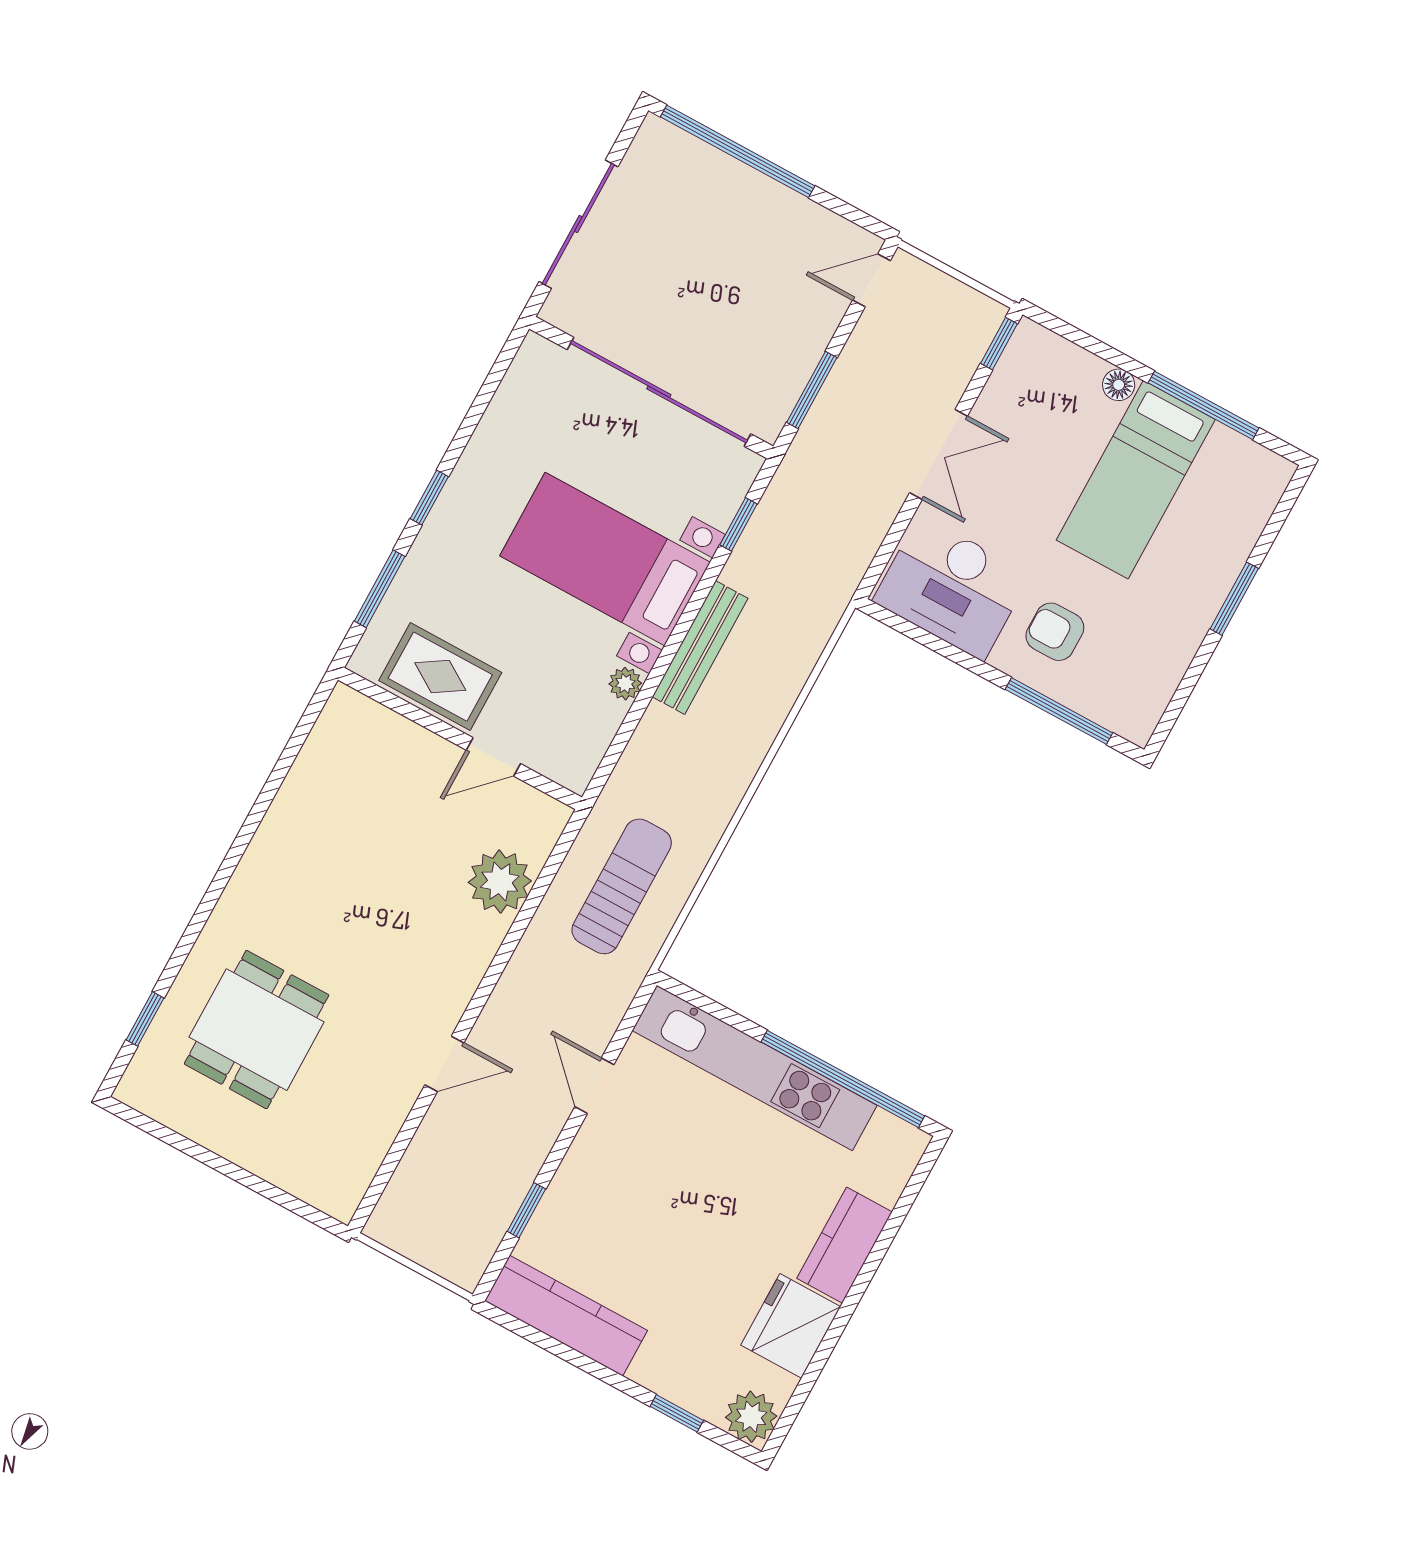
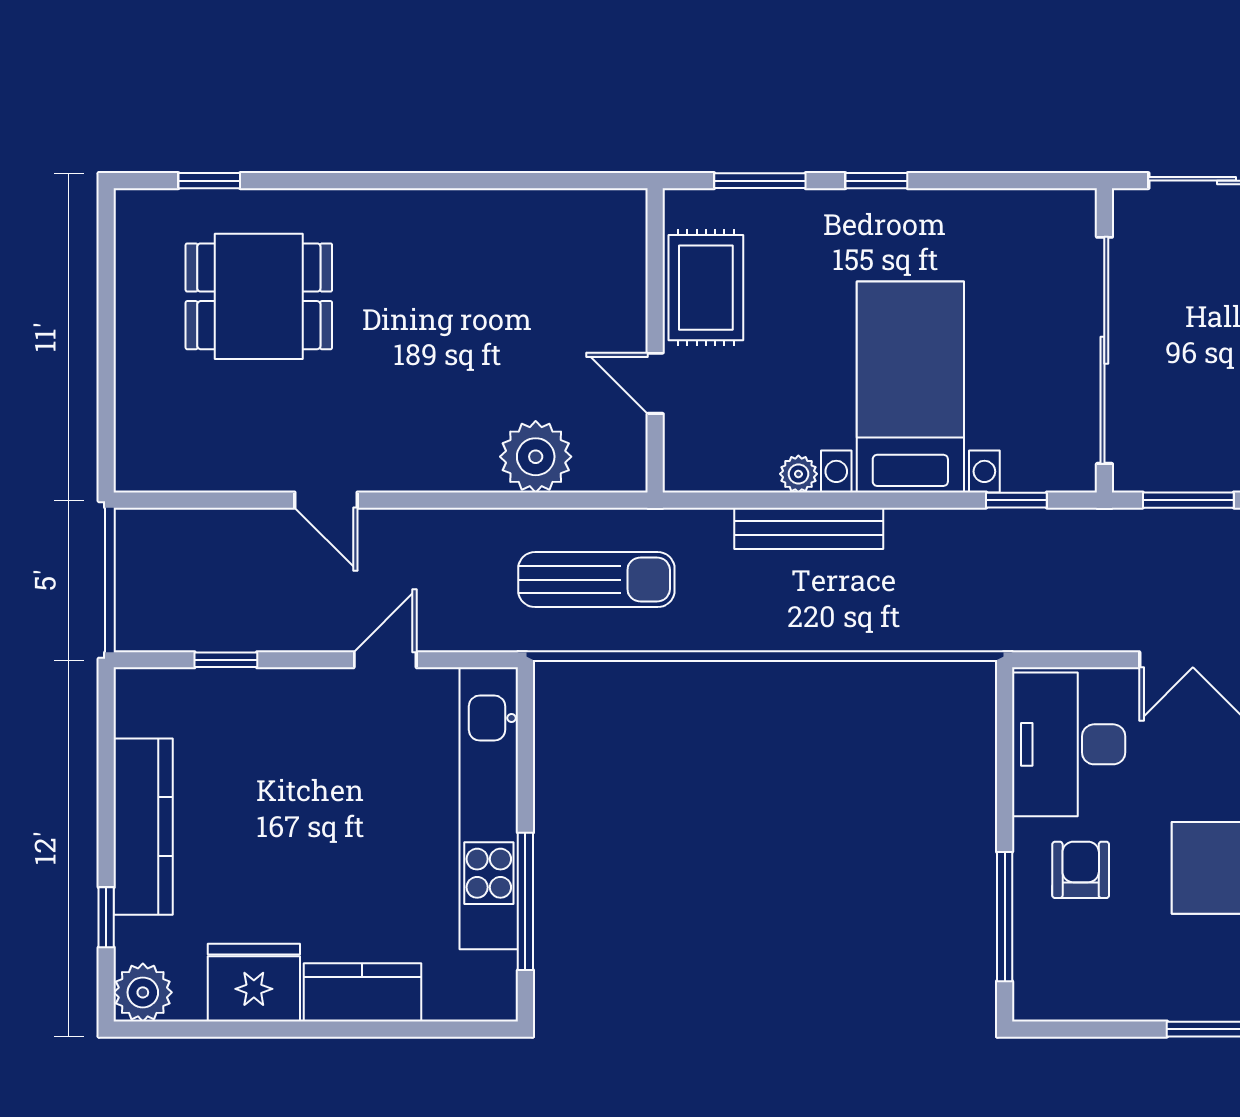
bench: (700, 648) -> (809, 528), moved
window: (843, 1079) -> (525, 901), width x0.68
kitchen counter: (566, 1316) -> (143, 827), moved

